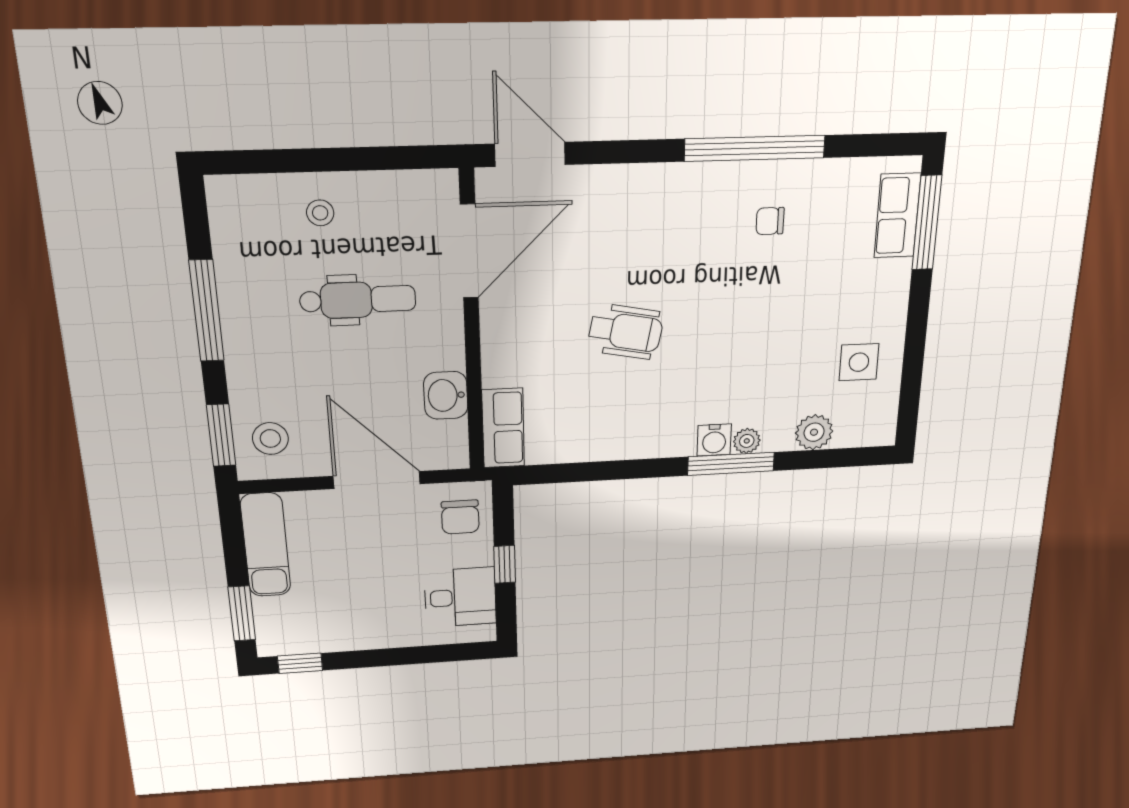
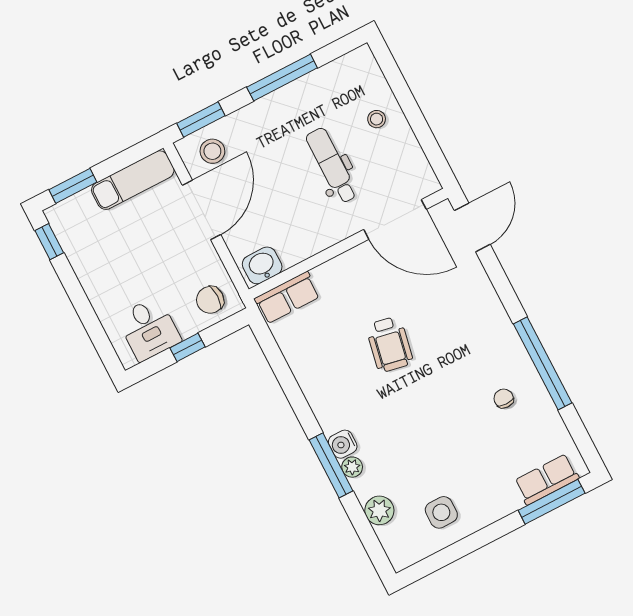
dental chair: (358, 300) -> (332, 166), turned 180
washbasin: (446, 395) -> (262, 265), moved
door: (377, 480) -> (201, 210), moved

